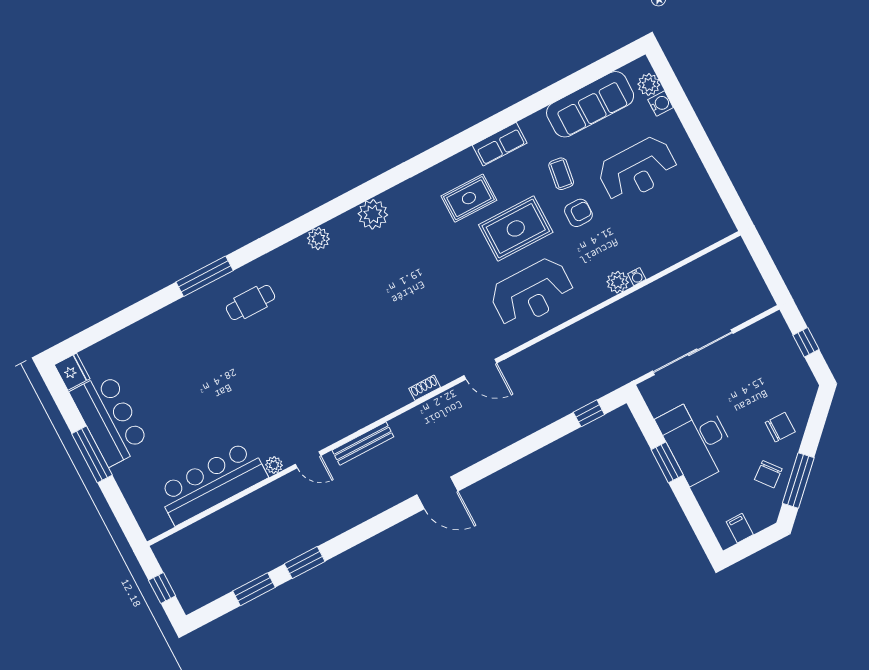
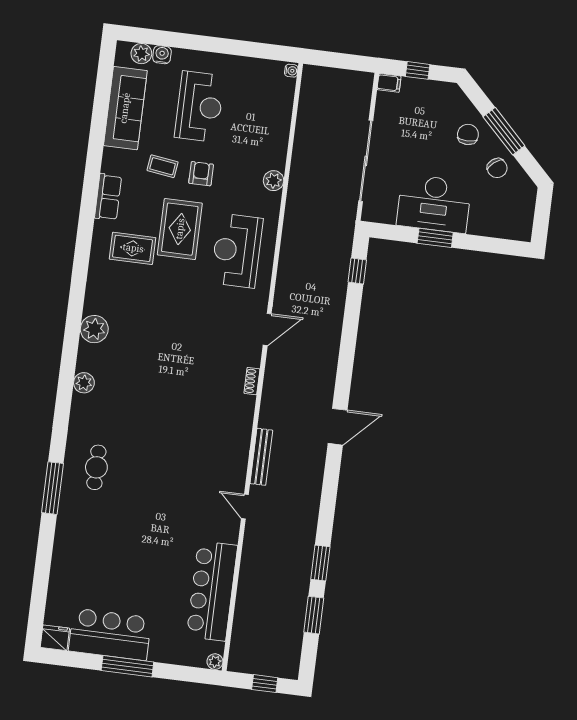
rug: (469, 198) -> (133, 248), turned 90
water cooler: (637, 277) -> (291, 71), moved
reception desk: (532, 293) -> (237, 251), turned 180
door: (308, 460) -> (245, 507), swing flipped
plant: (274, 465) -> (215, 662), moved
window: (798, 481) -> (504, 131), moved
filing cabinet: (740, 528) -> (389, 83), moved, turned 180

